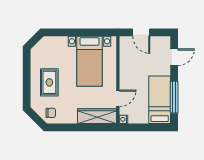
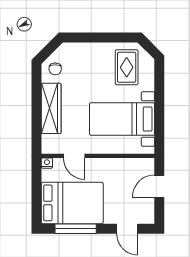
rug: (49, 82) -> (127, 67), moved, turned 90
bed: (160, 100) -> (72, 203), width x1.50
wardrobe: (97, 116) -> (51, 108), moved

